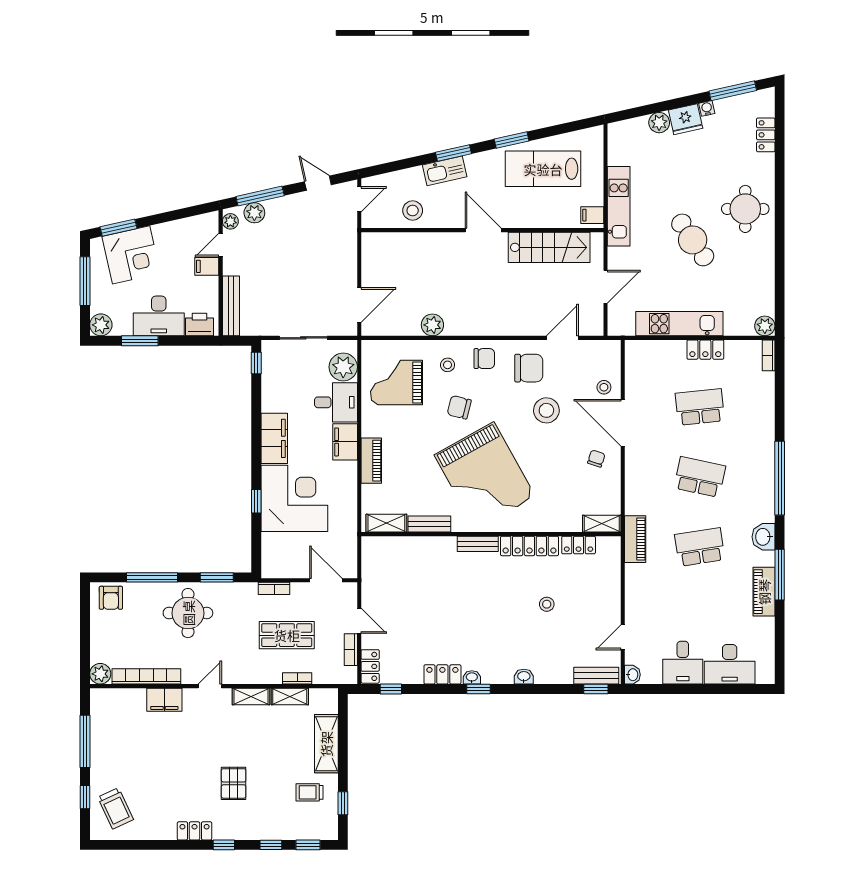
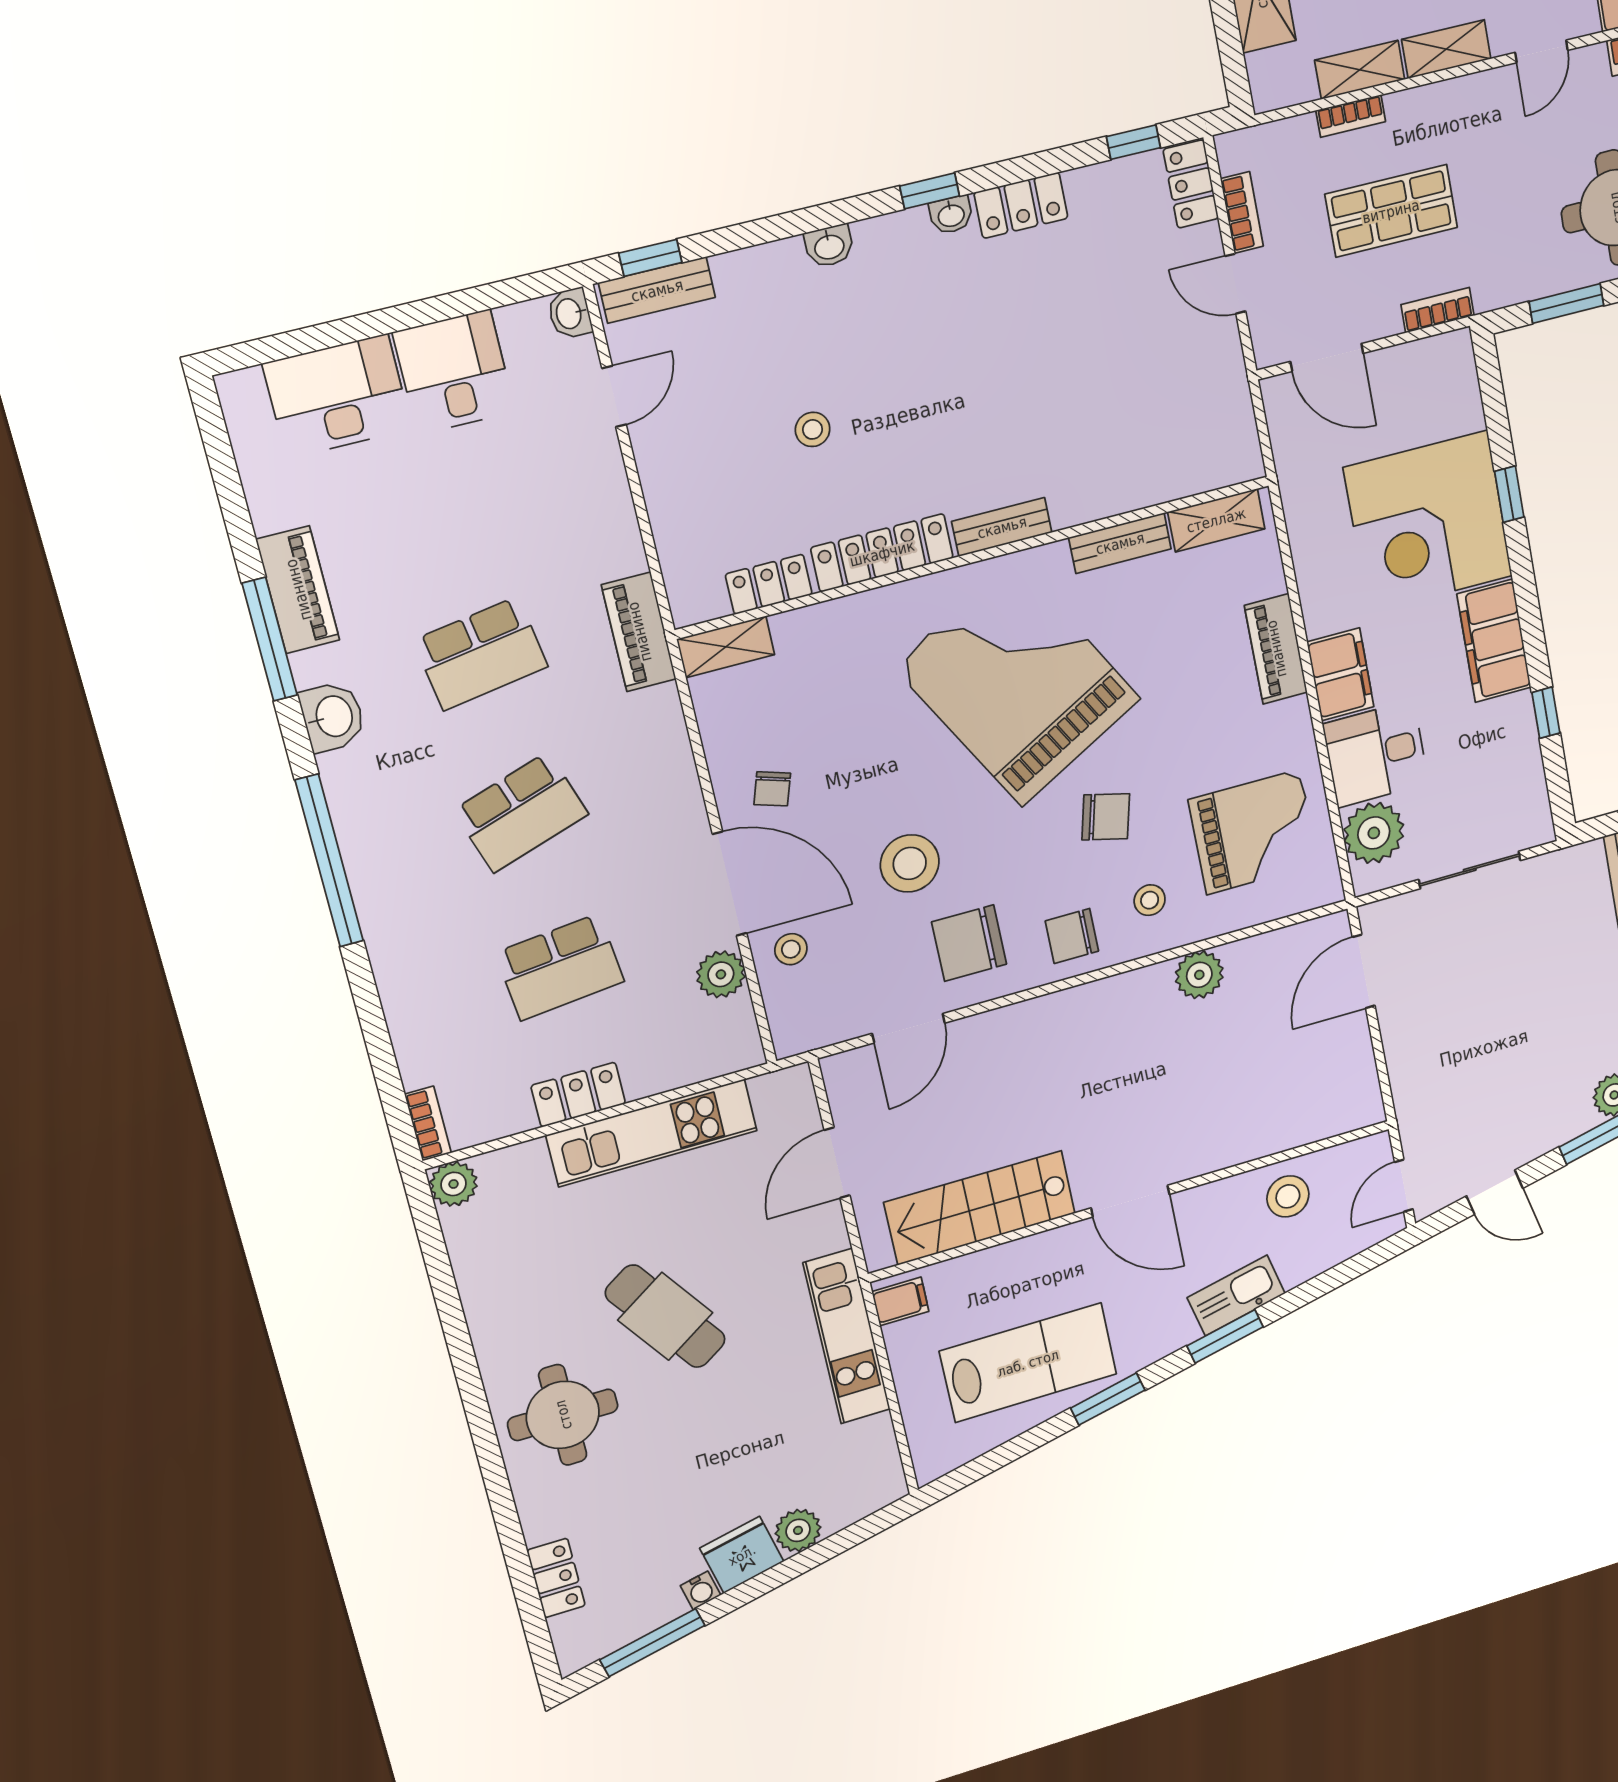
window: (256, 363) -> (1546, 713), moved
plant: (635, 385) -> (721, 974), added
school desk: (700, 477) -> (521, 812), turned -30

